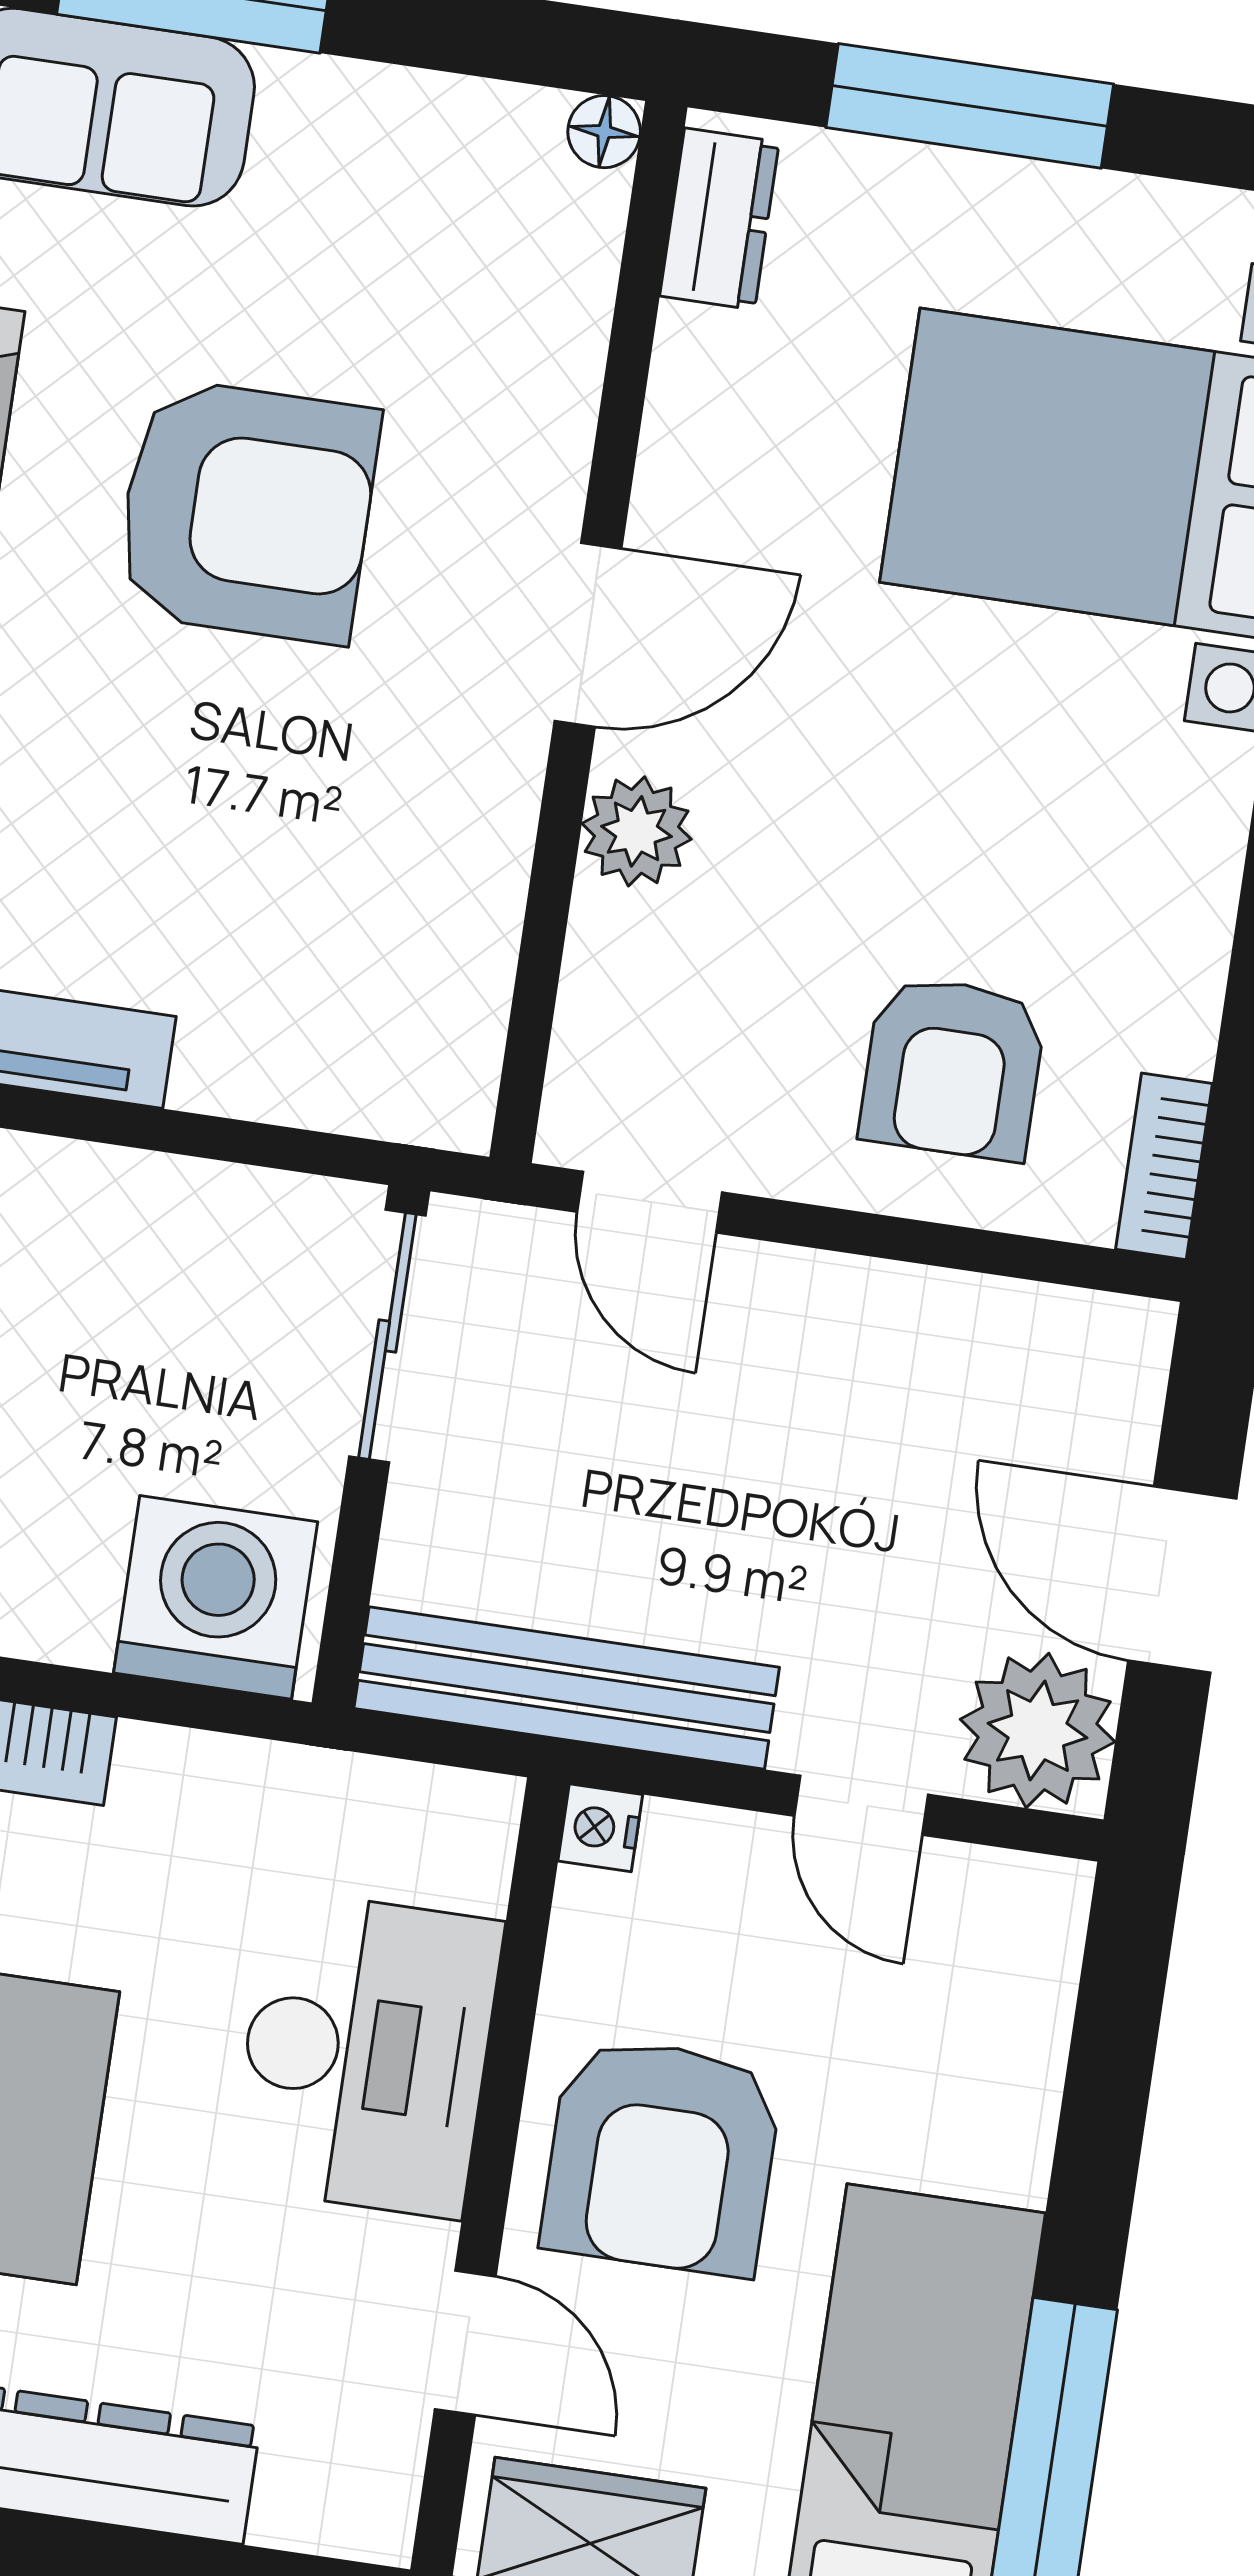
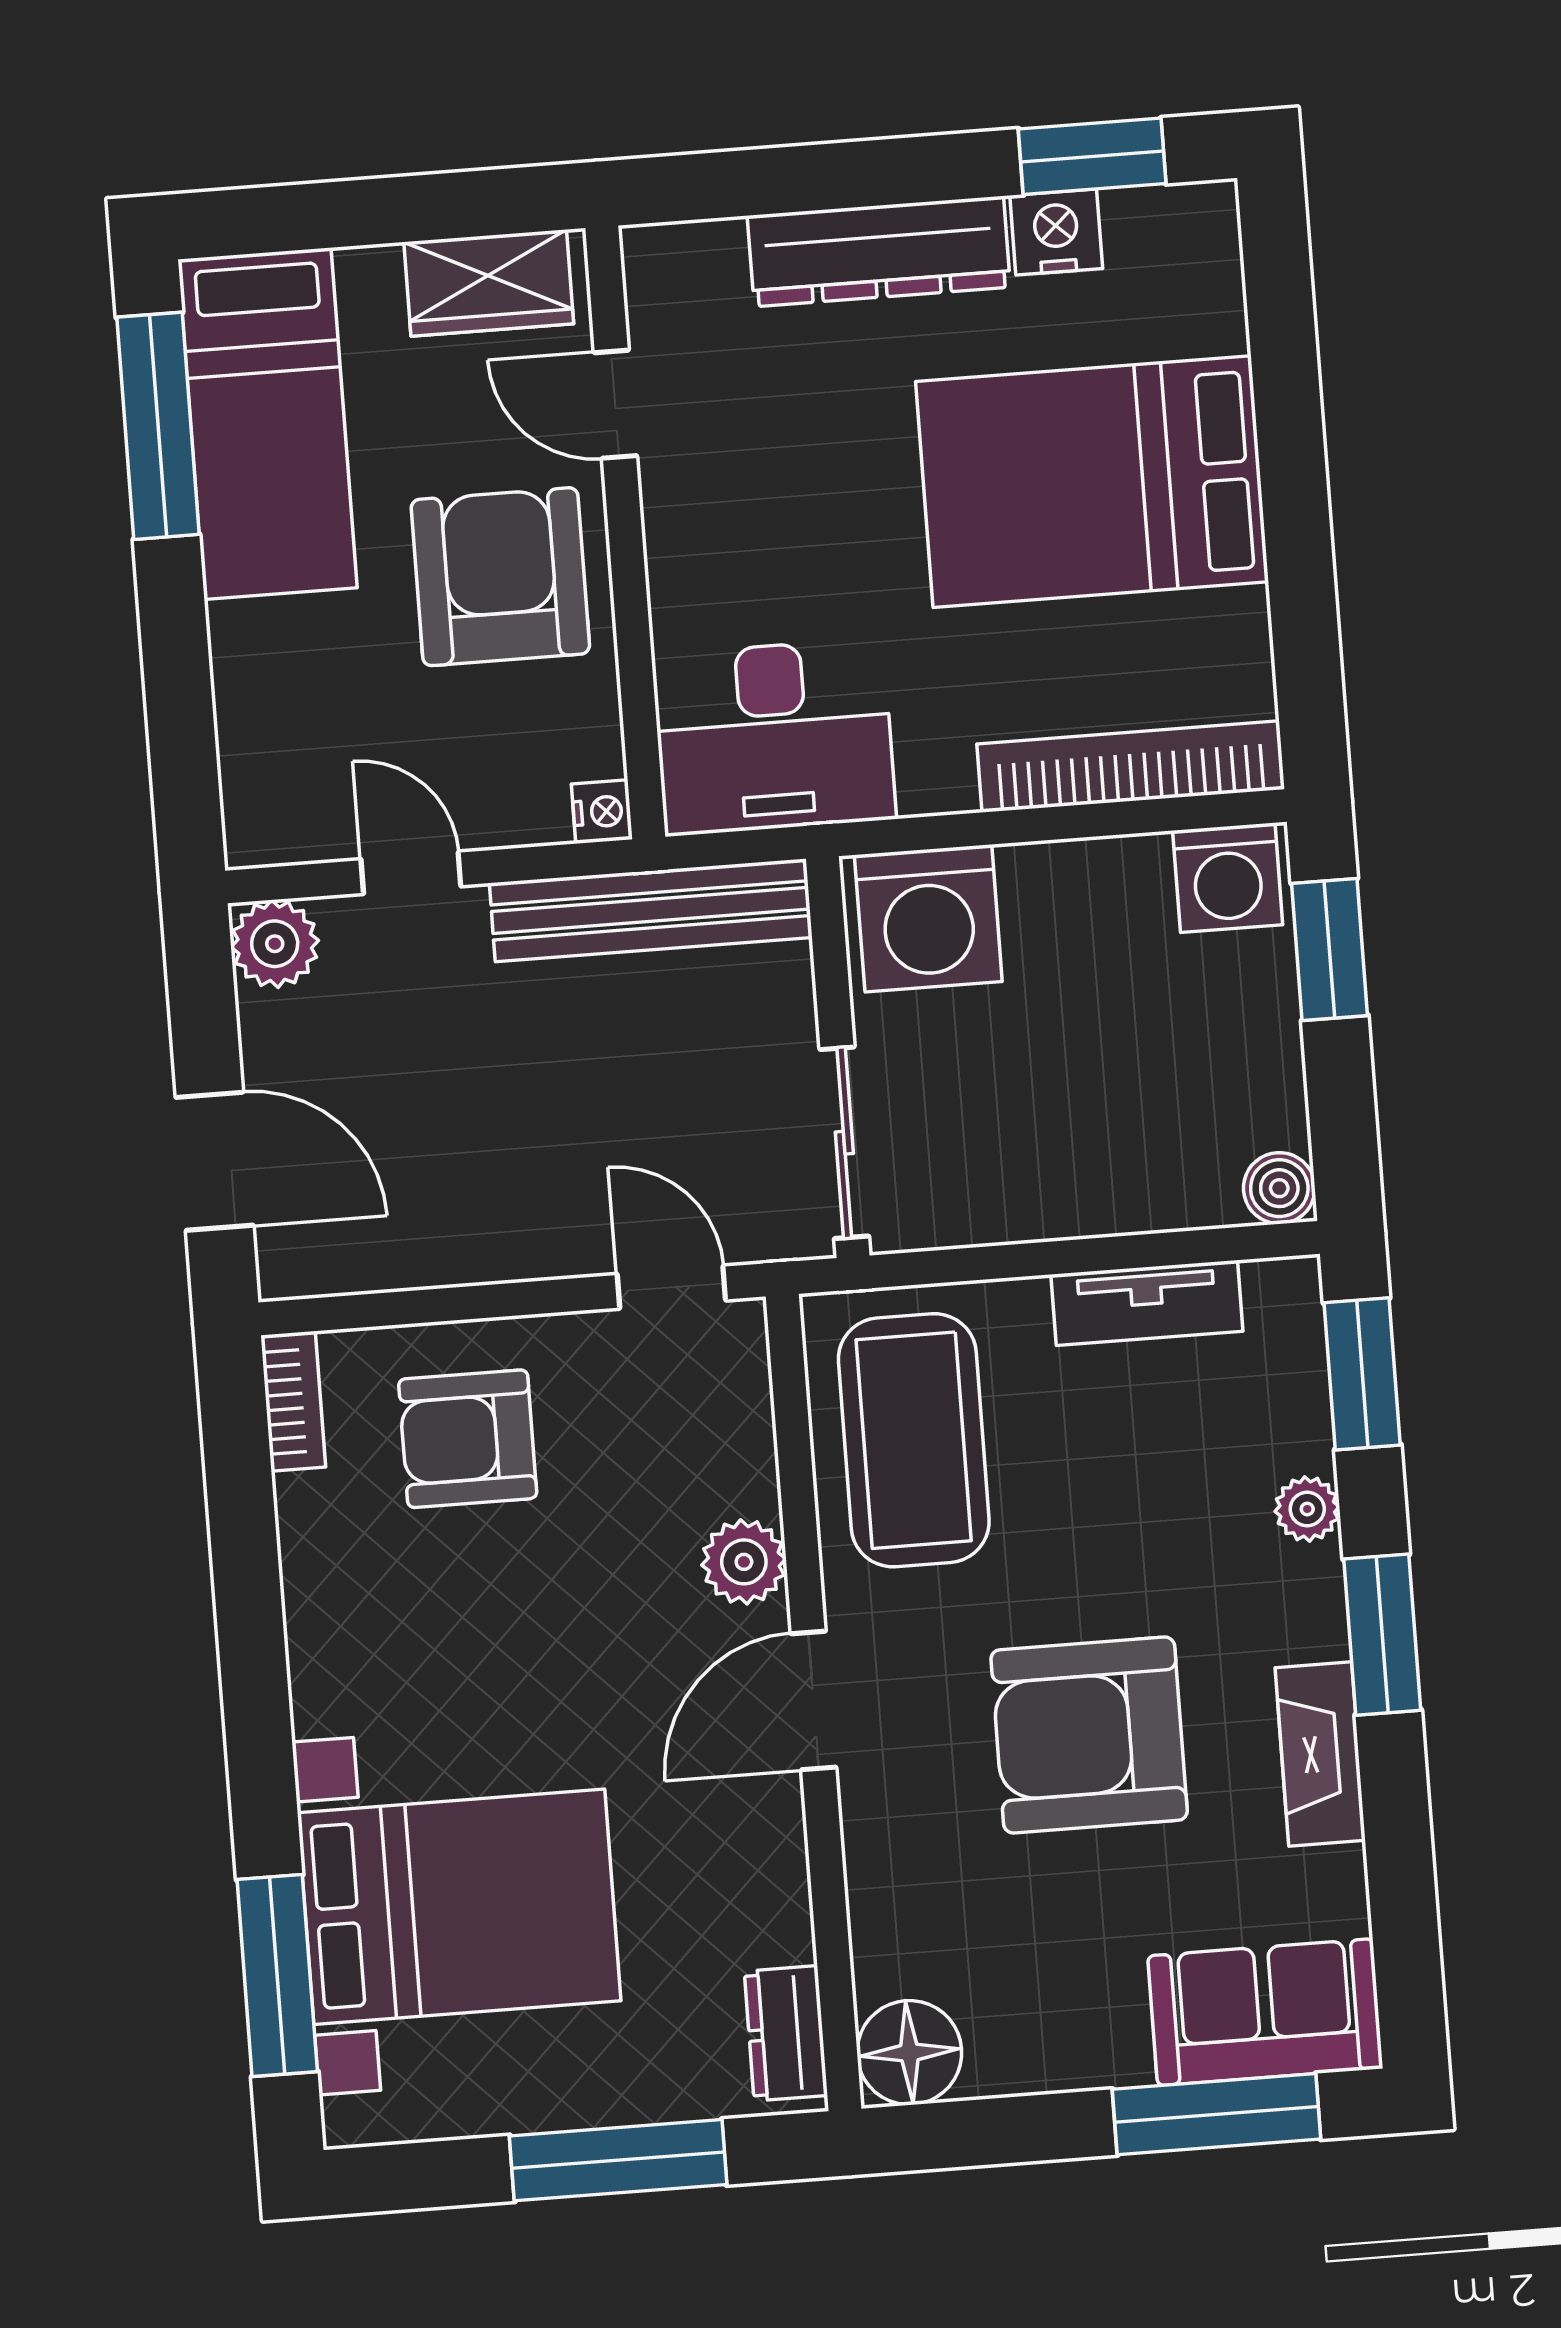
floor lamp: (604, 132) -> (909, 2053), width x1.89, depth x1.89
coffee table: (385, 937) -> (914, 1440), added
armchair: (953, 1068) -> (468, 1439), turned -90
door: (1182, 1580) -> (215, 1161), moved
plant: (1038, 1731) -> (275, 944), width x0.73, depth x0.73
desk: (366, 2054) -> (774, 737), moved, turned -90

